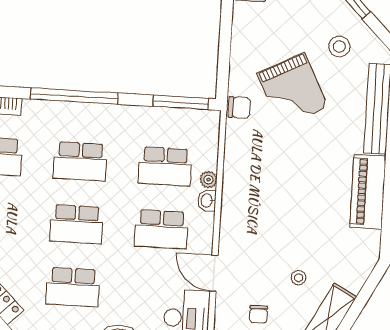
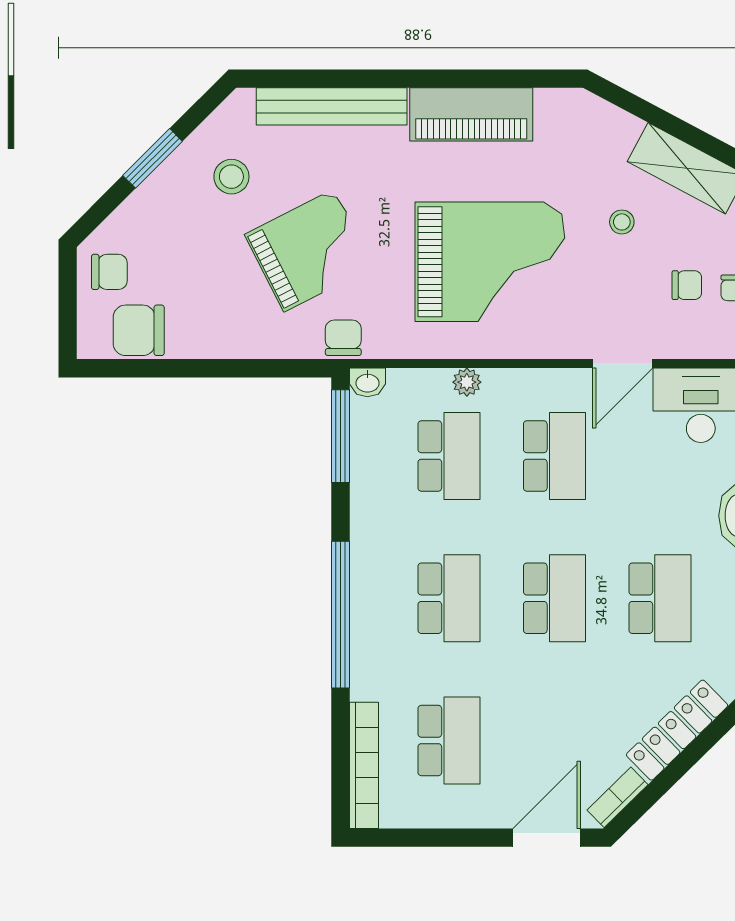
grand piano: (279, 198) -> (490, 262), added
washbasin: (207, 200) -> (367, 382), moved

